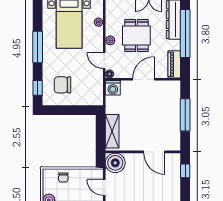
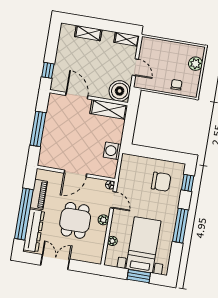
piano: (174, 64) -> (39, 194), moved
washing machine: (113, 88) -> (112, 151), moved, turned -90
shelving: (112, 131) -> (109, 110), moved, turned 90

